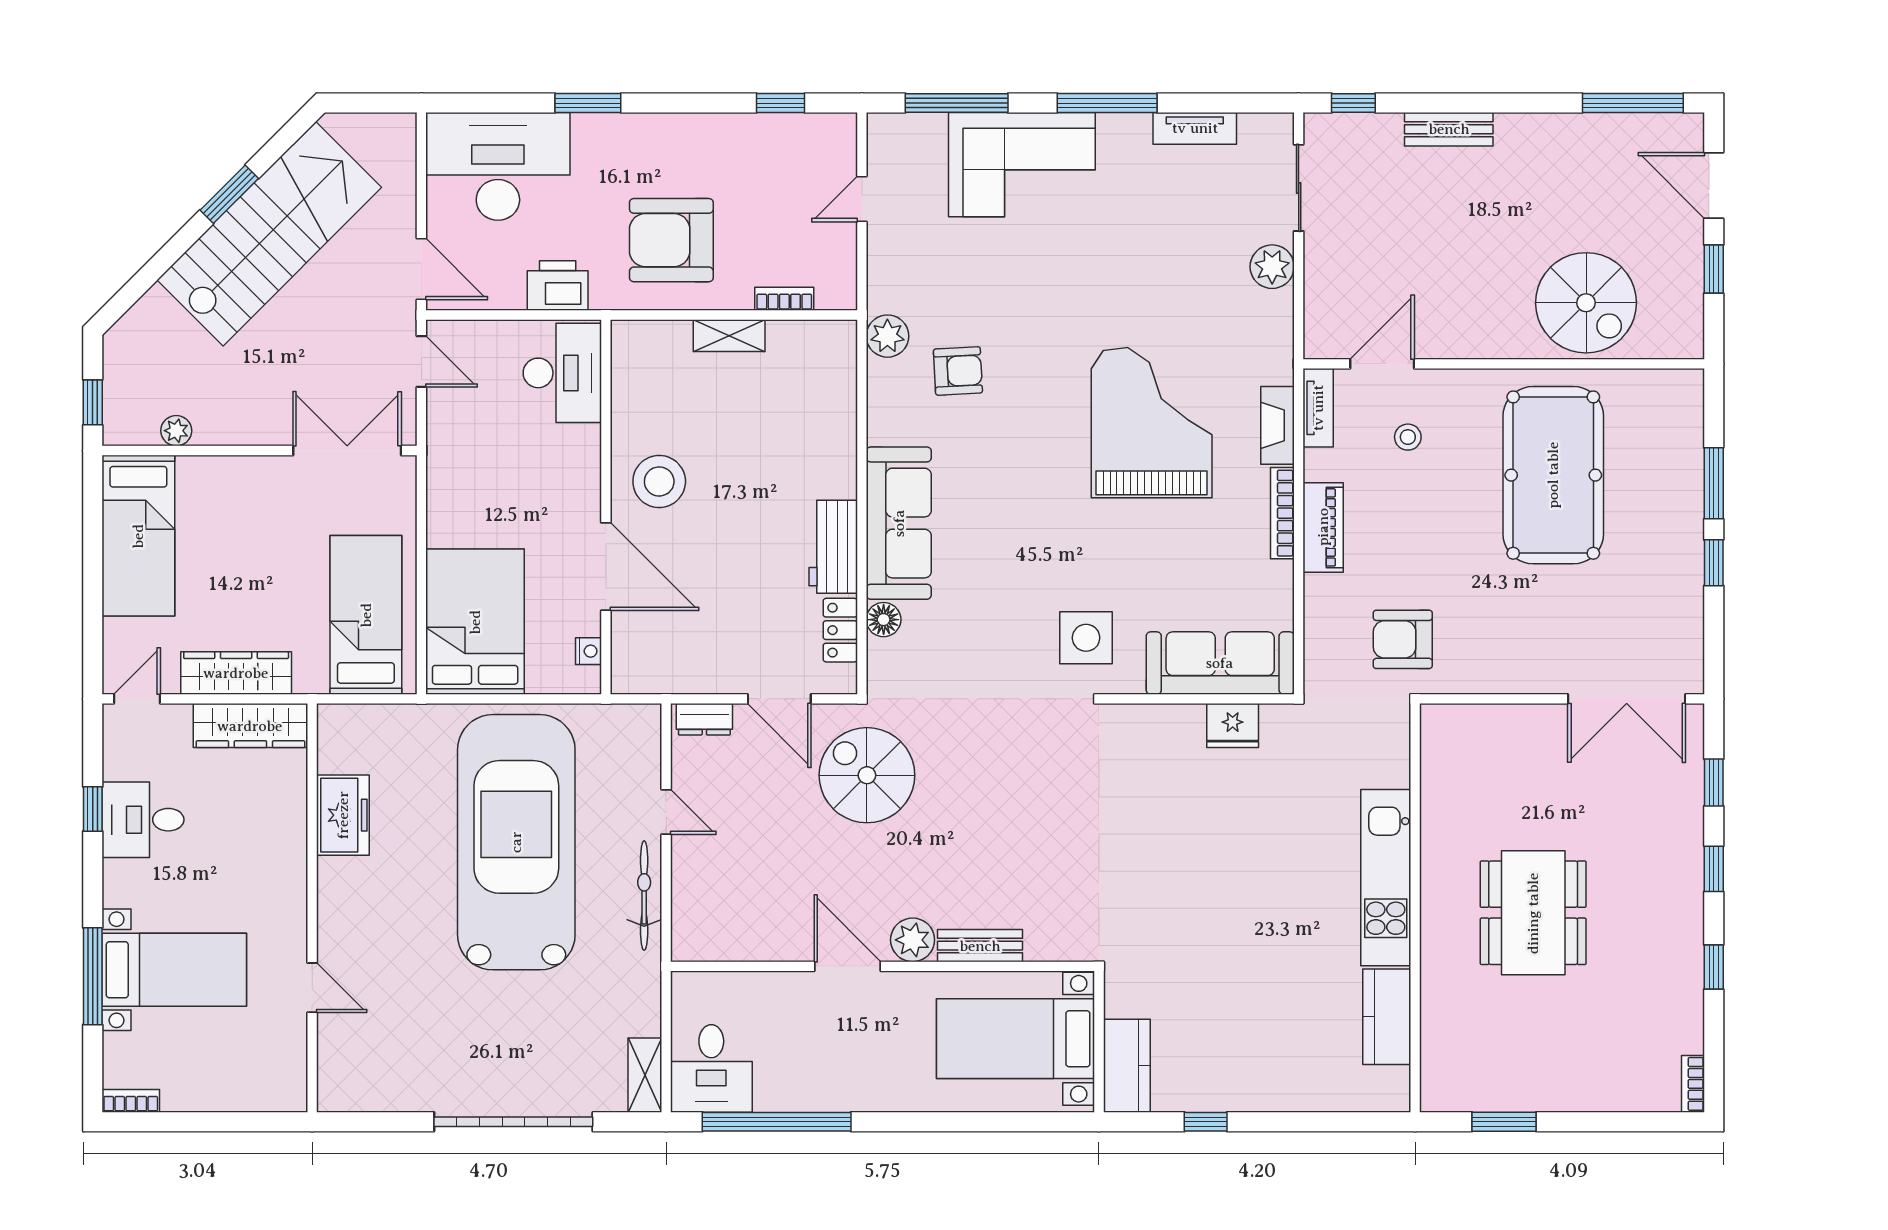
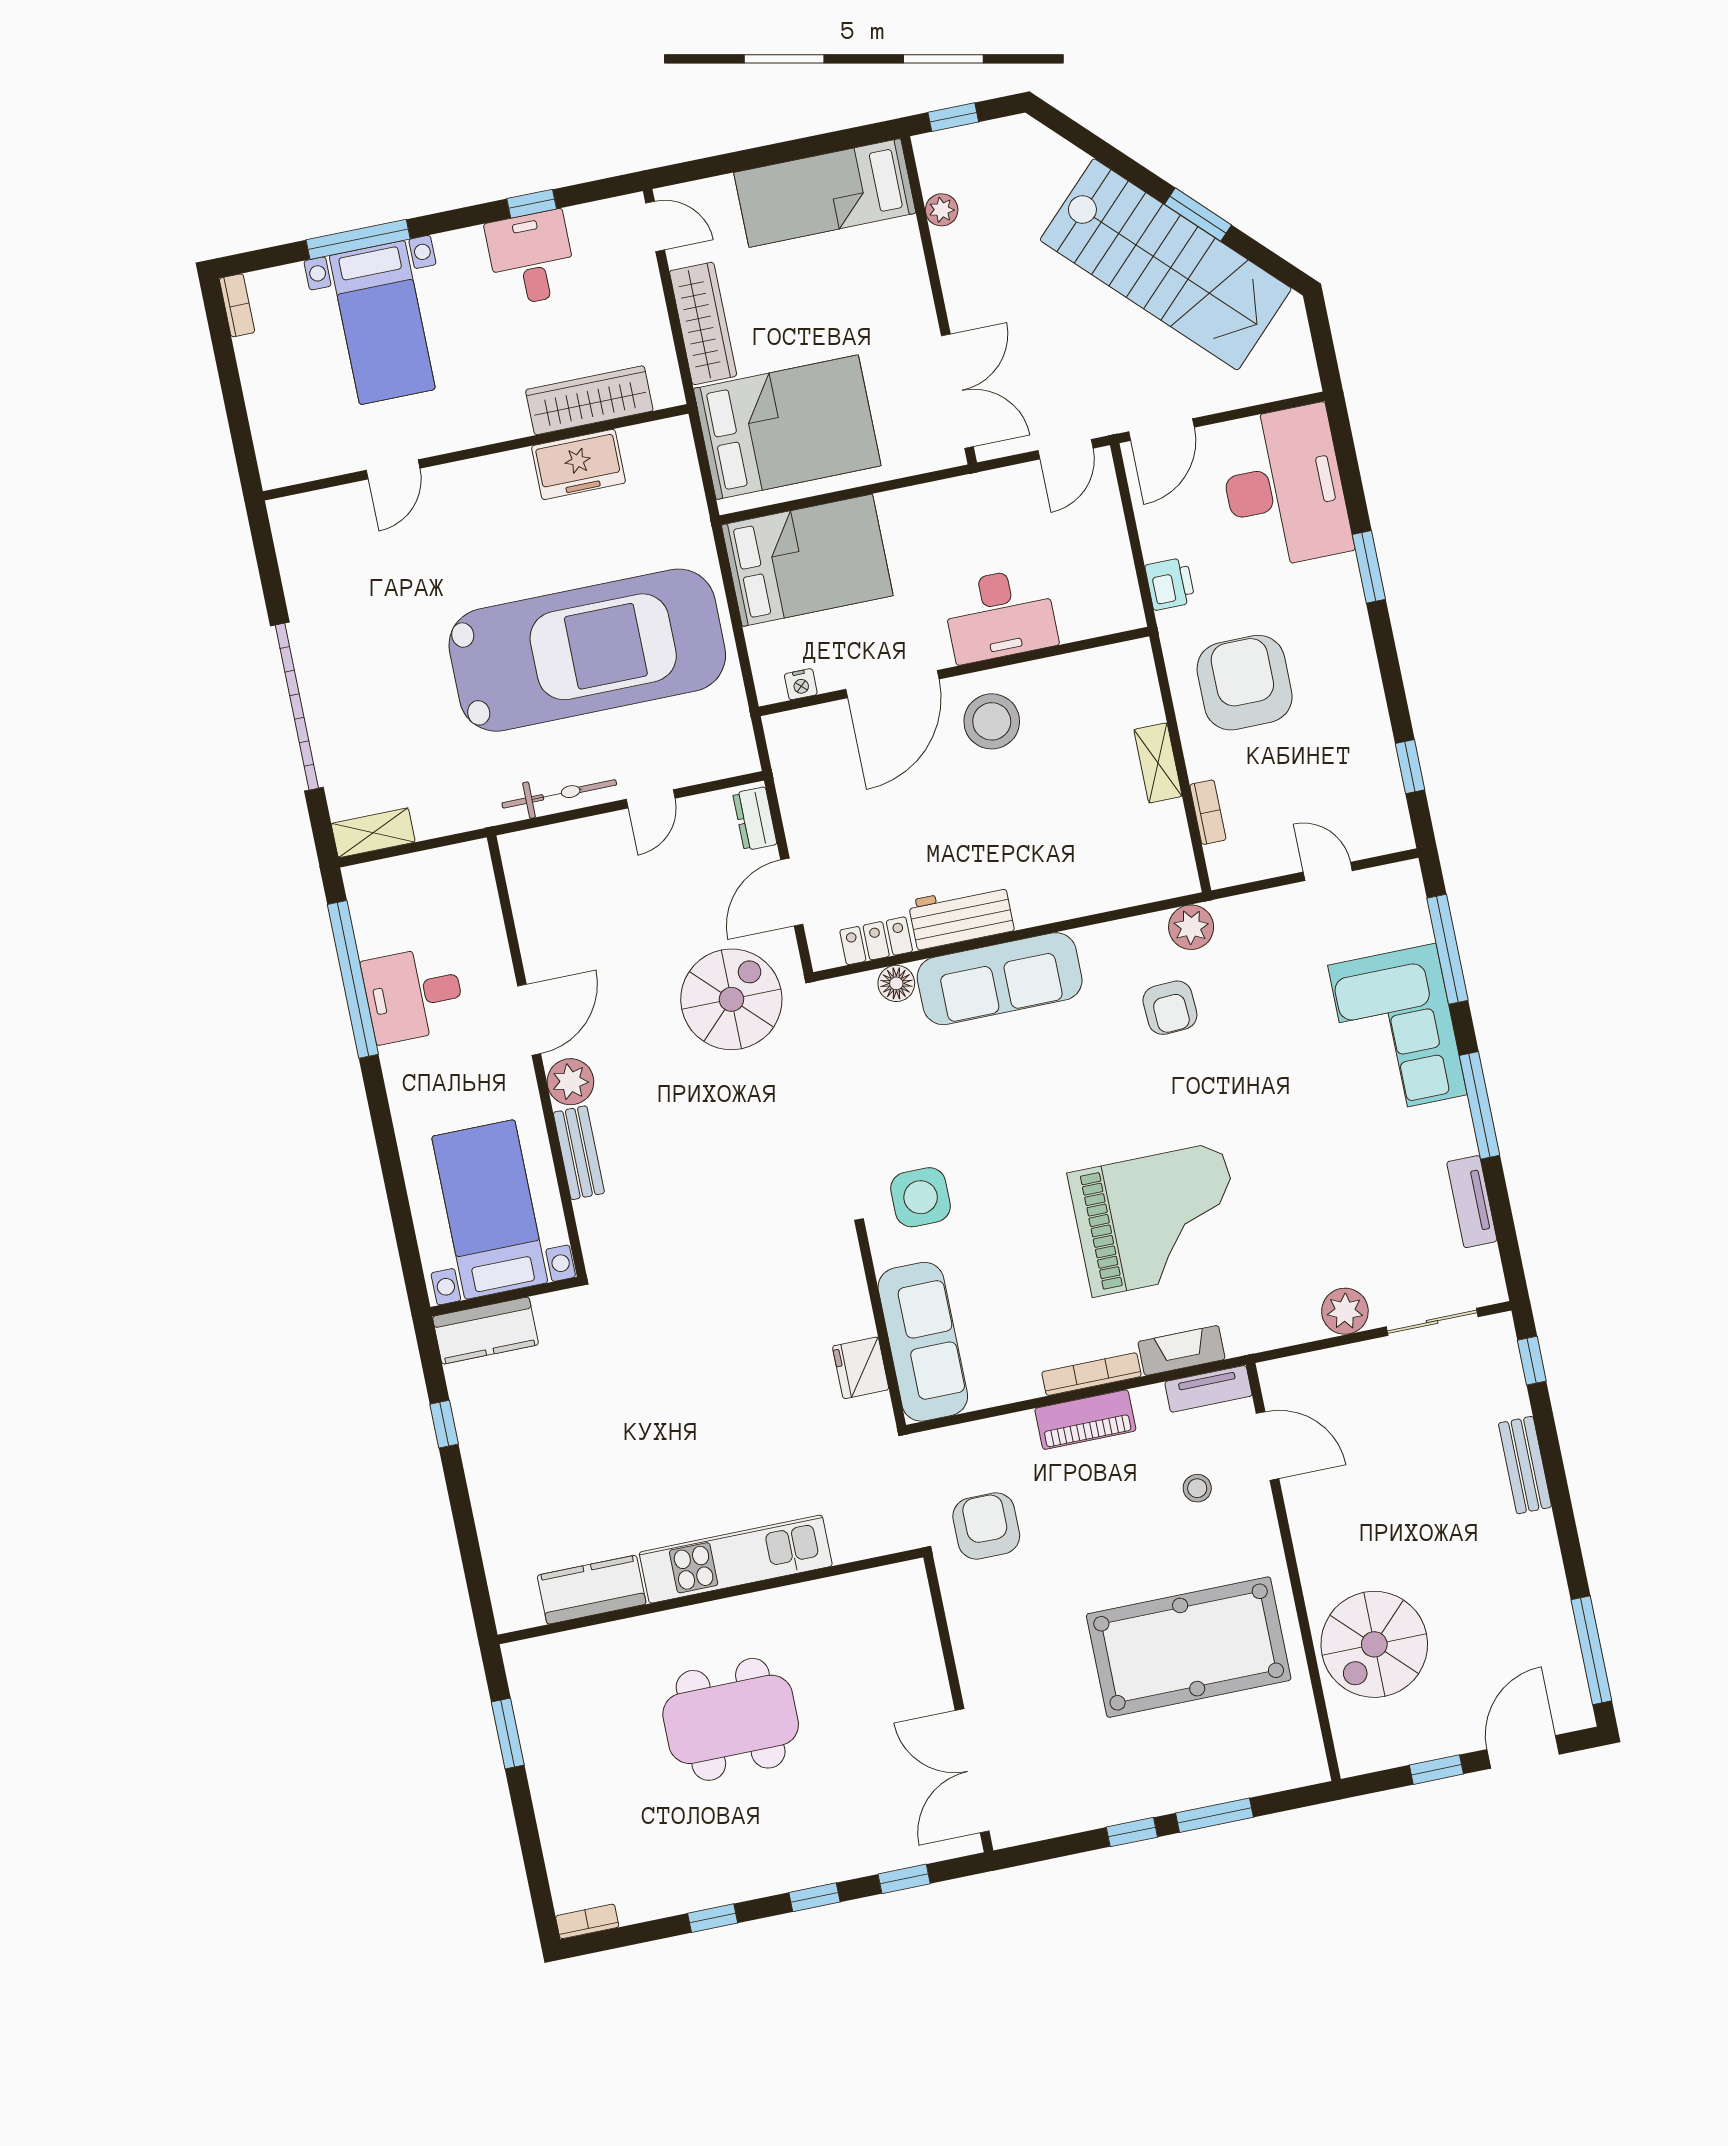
printer: (558, 286) -> (1170, 584), width x0.73, depth x0.81
desk: (562, 373) -> (1000, 615), moved
bed: (366, 615) -> (787, 427), width x1.50
wardrobe: (250, 726) -> (589, 400), moved, turned 90
desk: (711, 1068) -> (414, 994), moved

